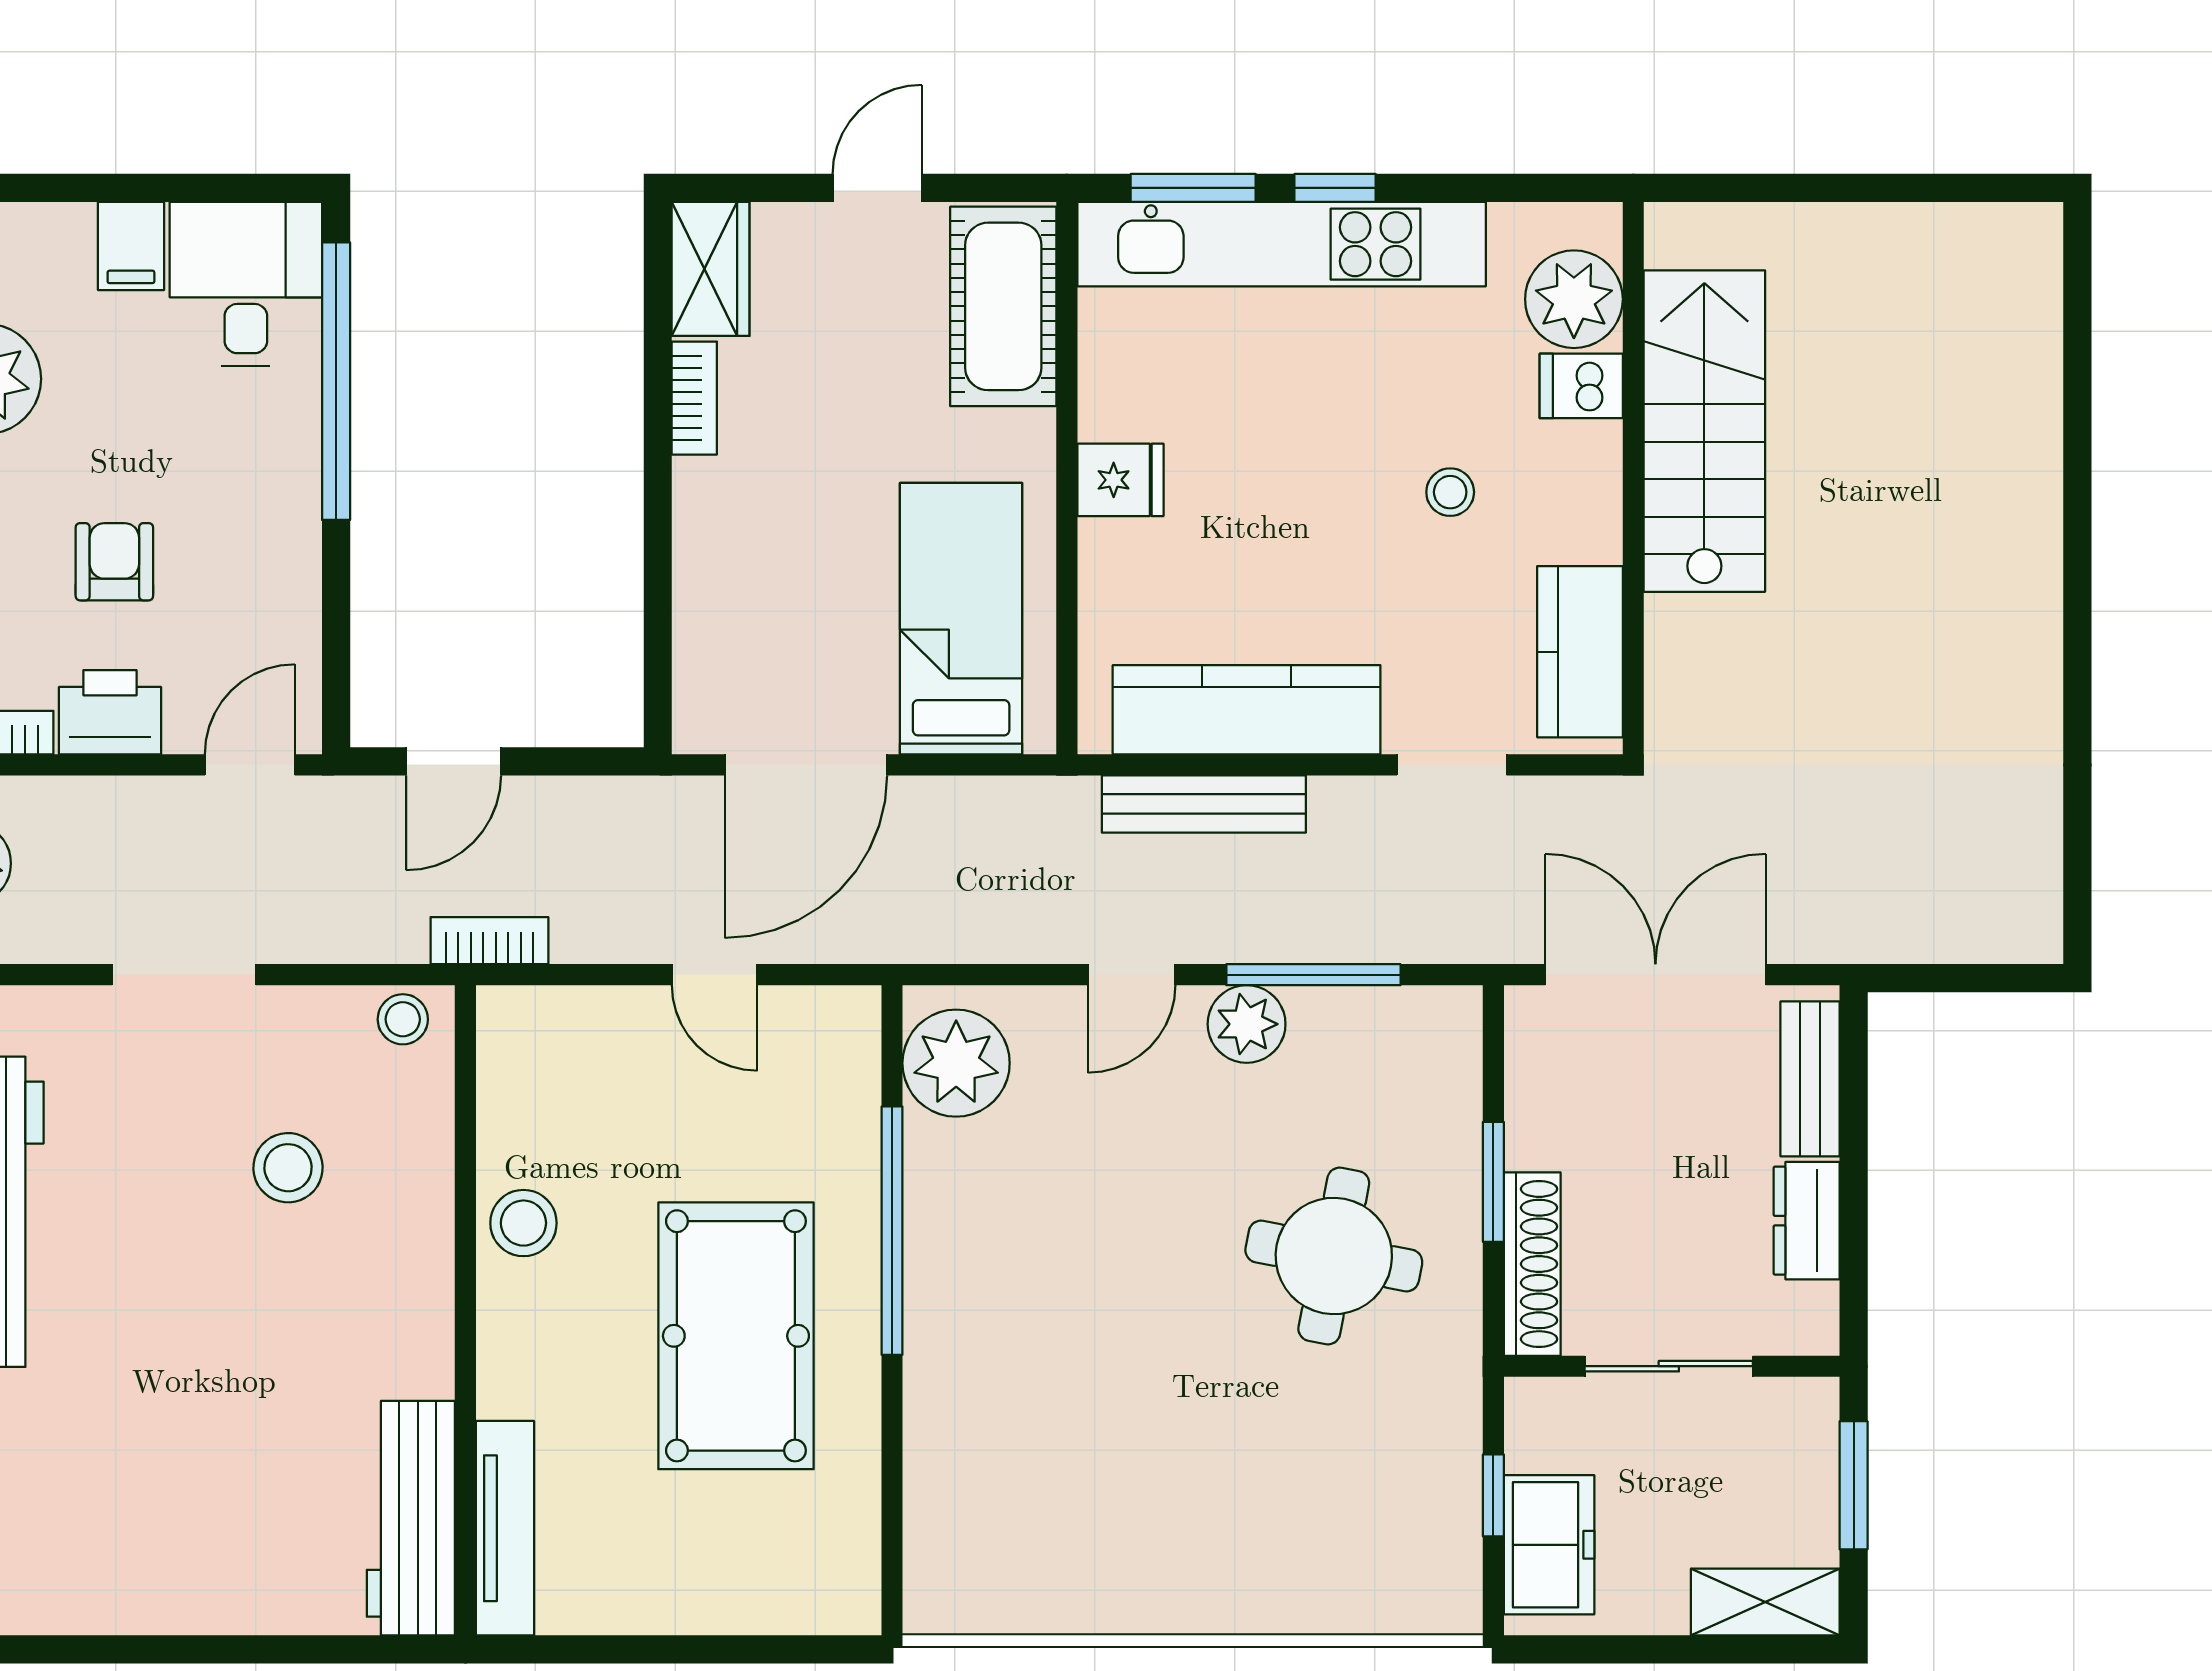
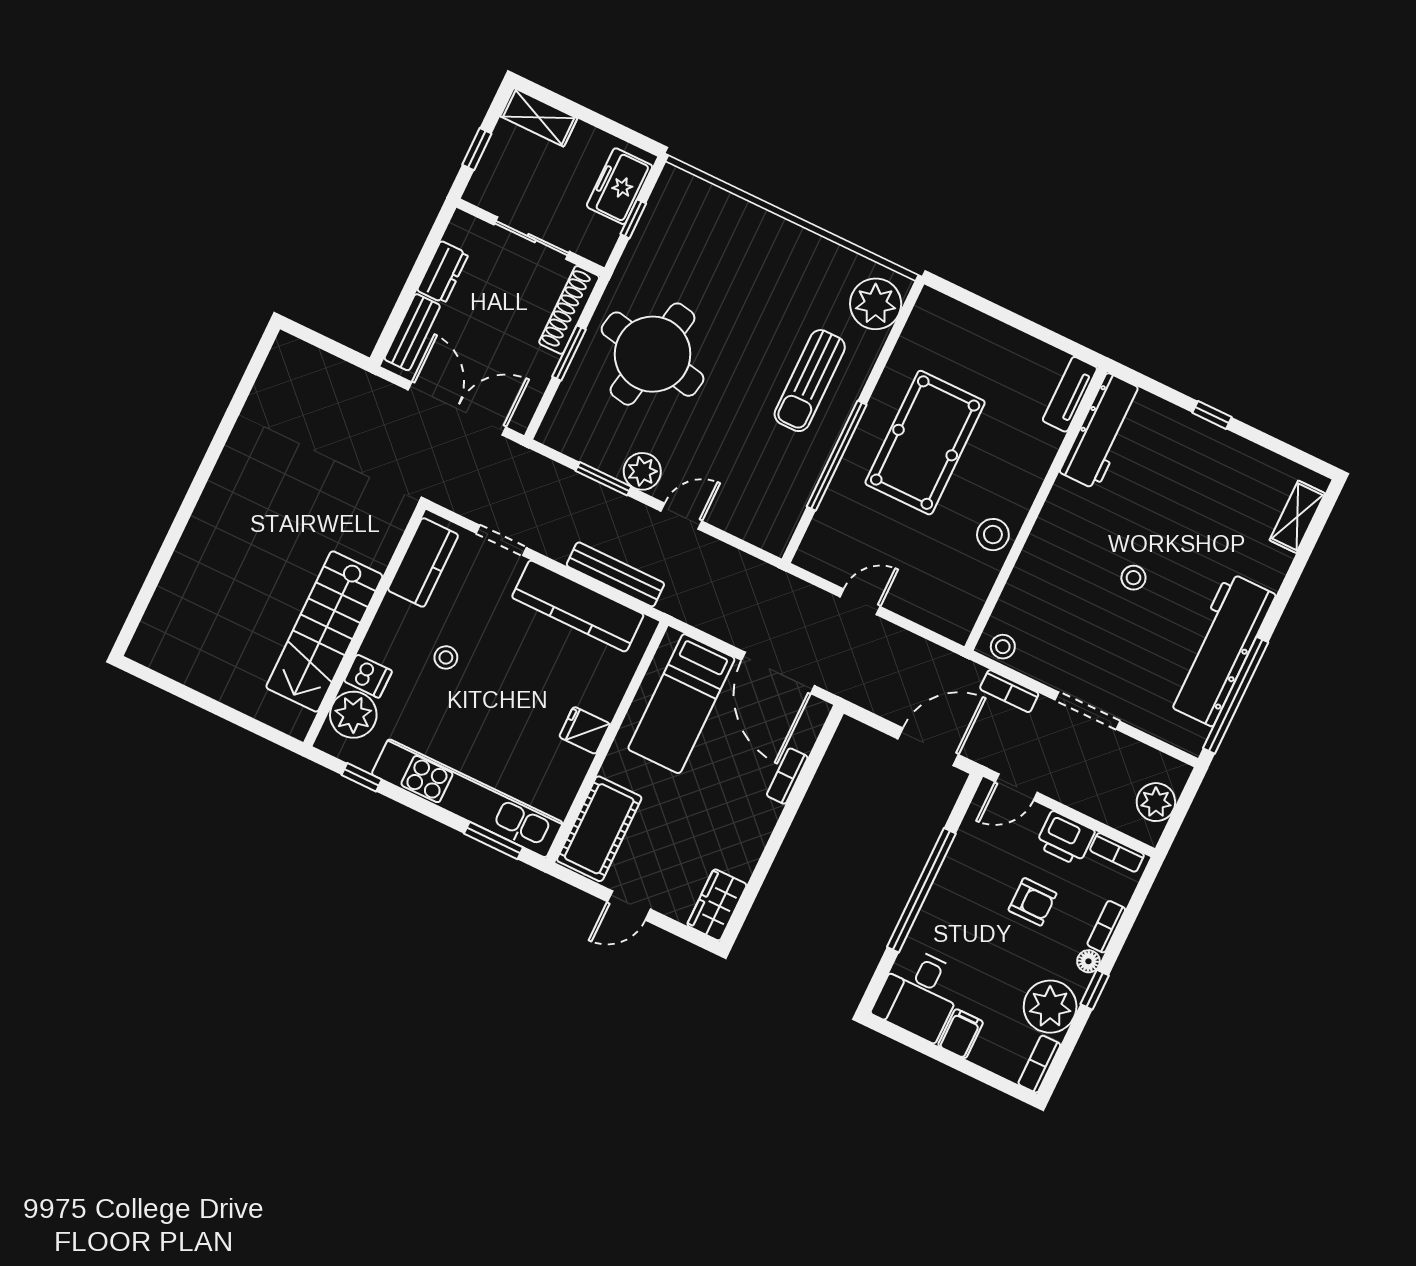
window: (1335, 188) -> (362, 777), moved
window: (336, 381) -> (921, 890), moved
bookcase: (694, 398) -> (787, 776), moved
armchair: (114, 562) -> (1032, 902), turned -90
door: (454, 761) -> (928, 747), width x1.38
door: (806, 765) -> (778, 673), swing flipped
bookcase: (489, 941) -> (1009, 691), moved
door: (715, 975) -> (860, 602), hinge flipped
window: (1313, 975) -> (603, 479), width x0.69
double door: (1655, 975) -> (457, 409), swing flipped
plant: (956, 1063) -> (876, 304), moved
stool: (288, 1168) -> (1133, 578), moved, width x0.73, depth x0.73
round table: (1334, 1256) -> (653, 354), width x1.36, depth x1.36
sun lounger: (1011, 1349) -> (810, 381), added
window: (1854, 1485) -> (477, 149), width x0.67
tv unit: (505, 1528) -> (1070, 394), width x0.71
window: (216, 1649) -> (1212, 415), added

